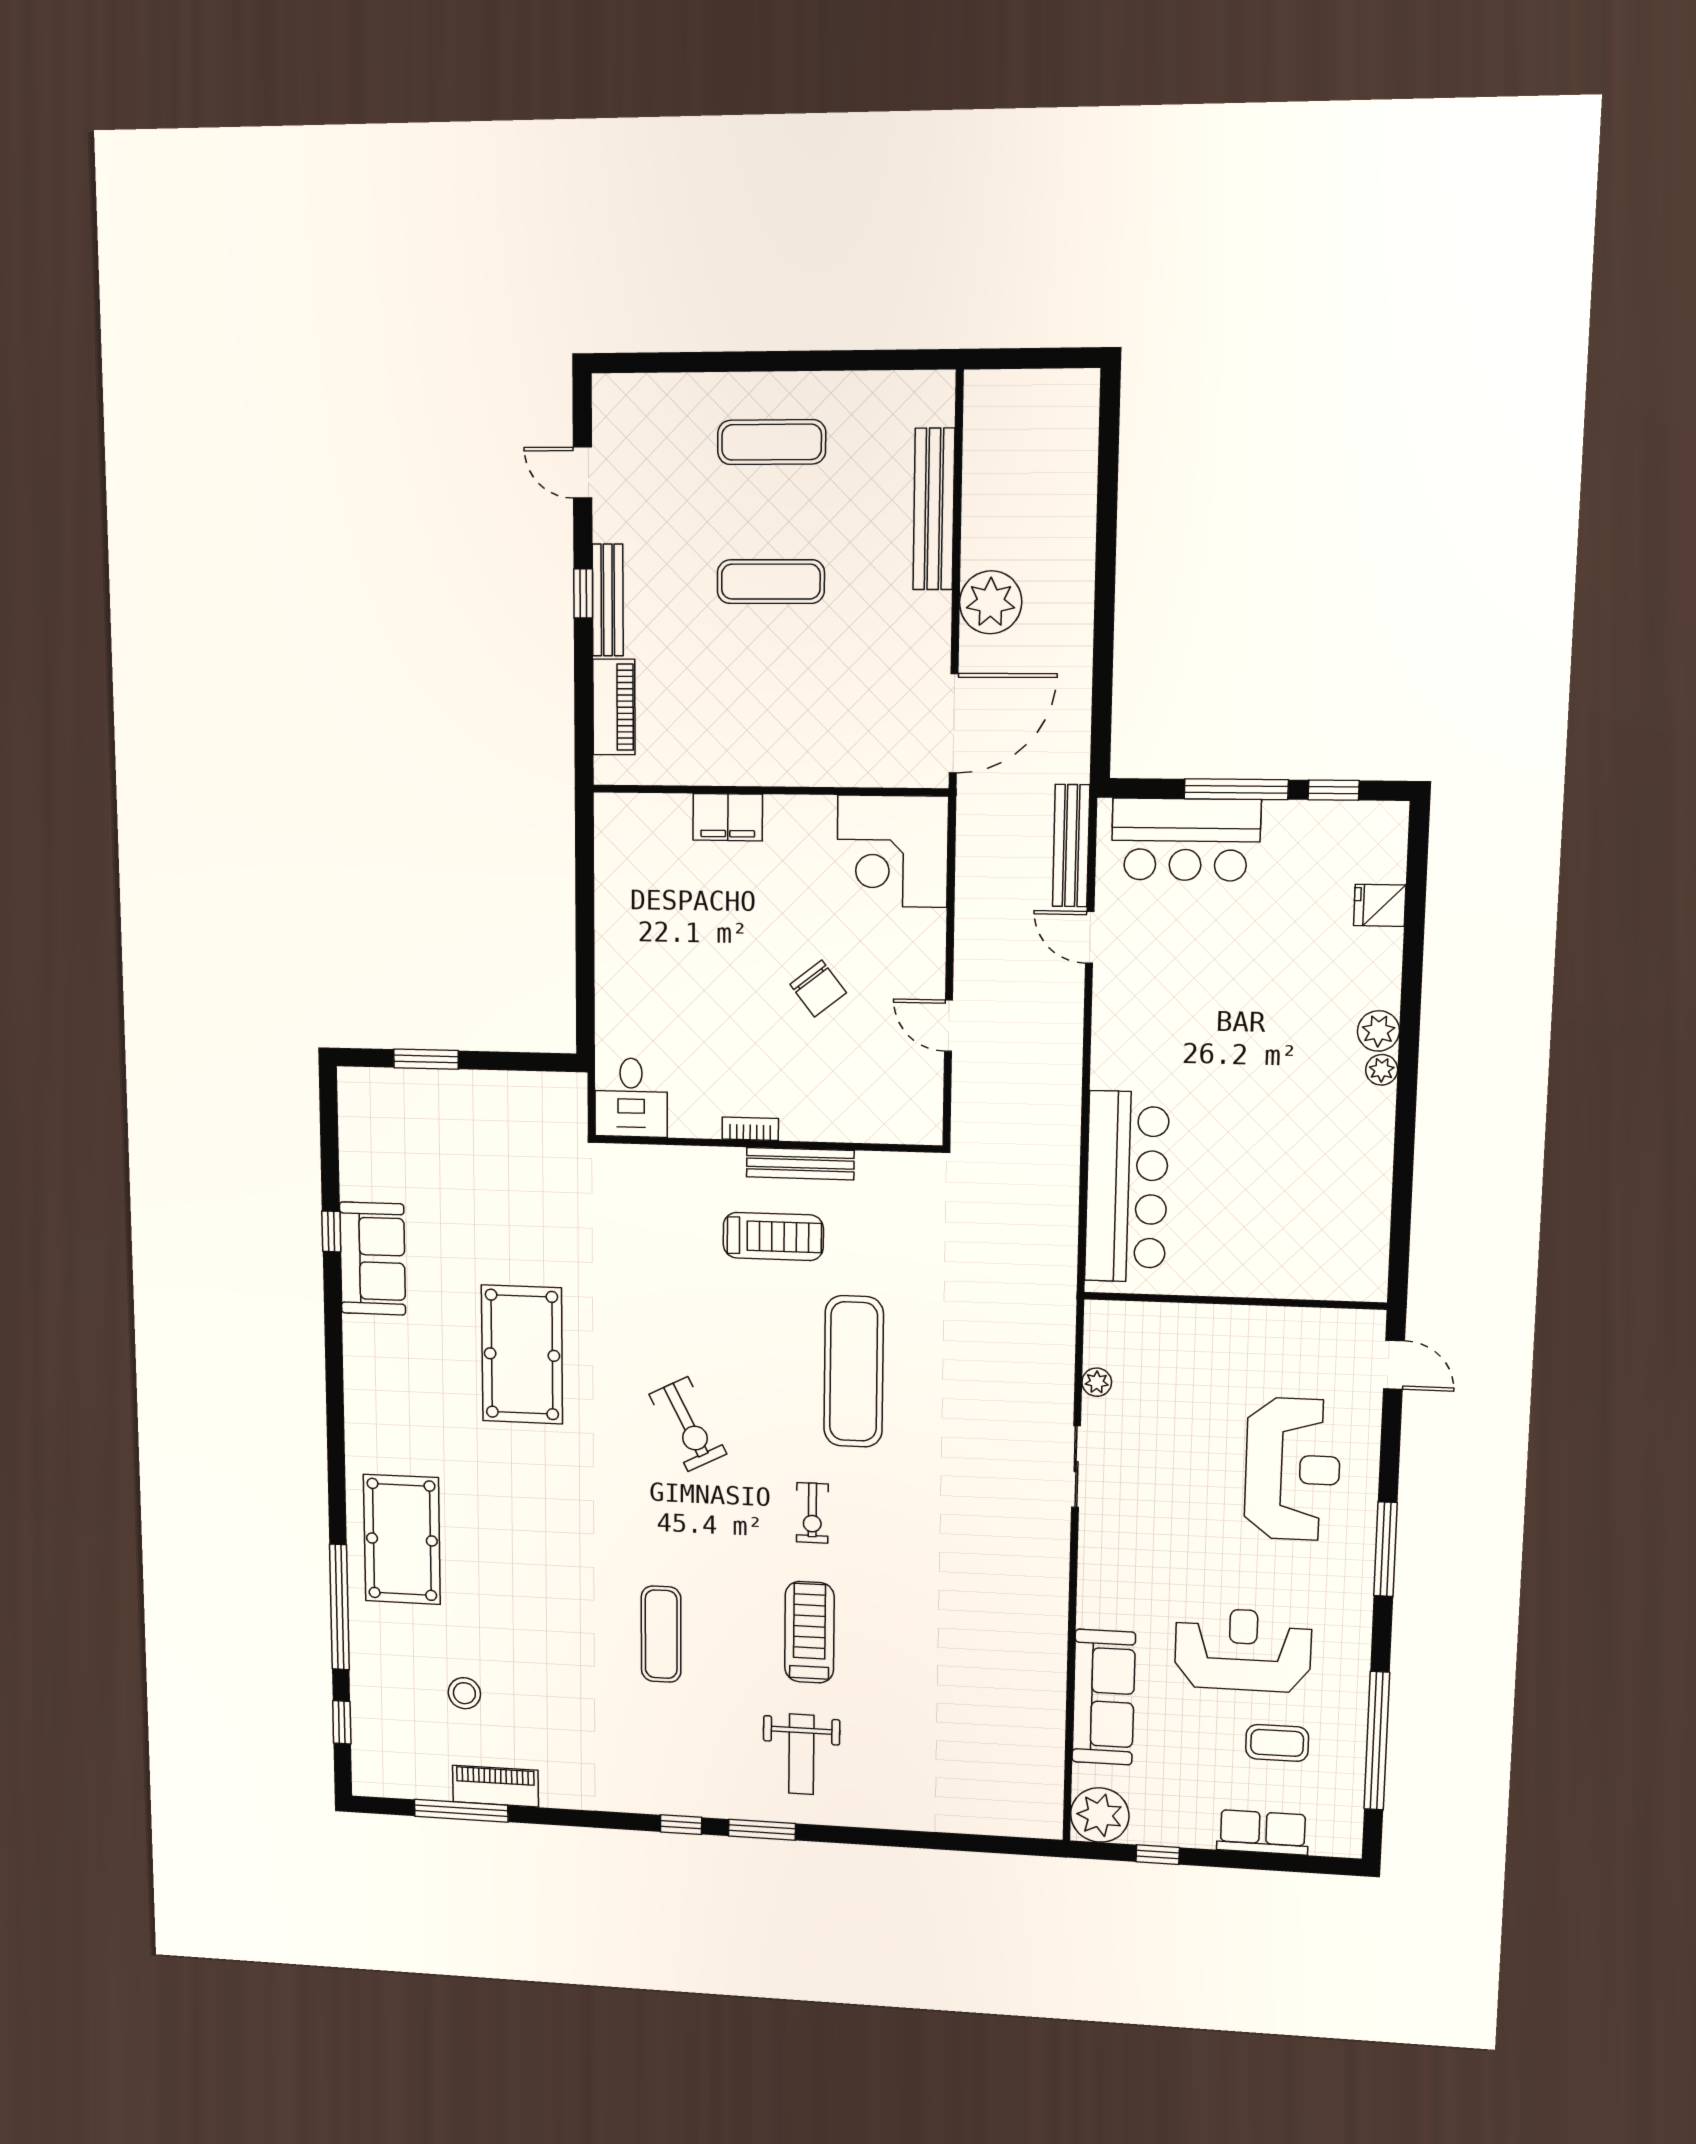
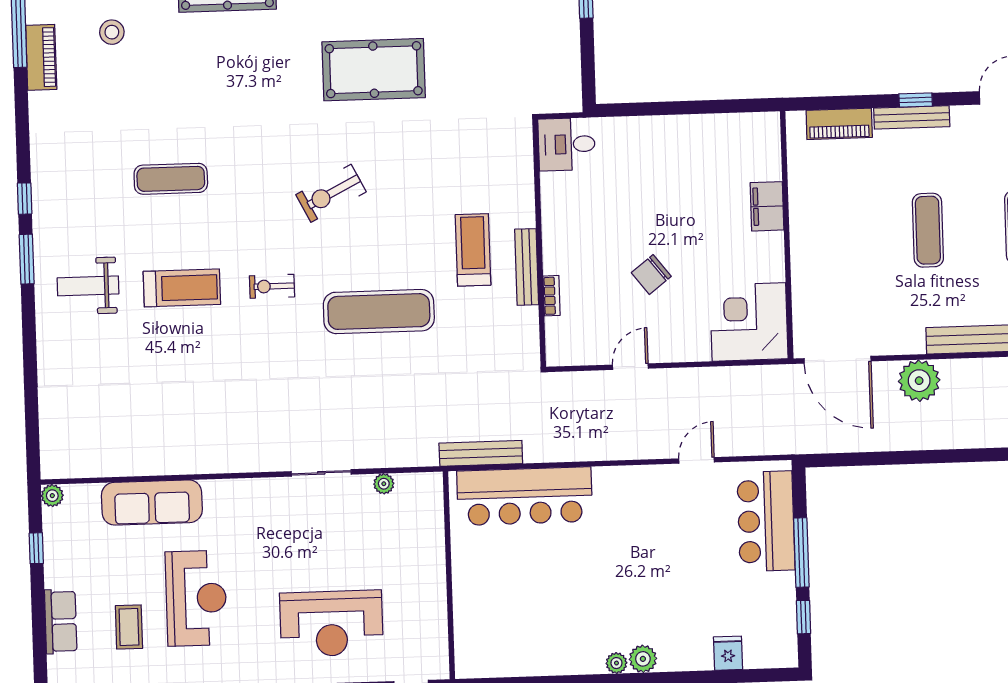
bench: (1071, 846) -> (481, 453), moved
bookcase: (750, 1129) -> (552, 296), moved
treadmill: (773, 1236) -> (473, 250), turned 180
plant: (1100, 1815) -> (52, 496), width x0.53, depth x0.53

